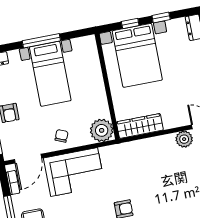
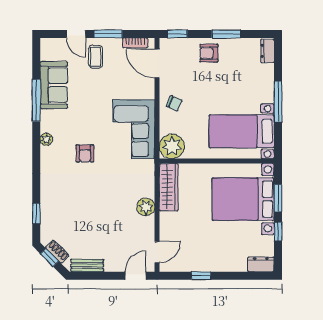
window: (130, 23) -> (278, 198), width x1.50
bed with nightstands: (50, 74) -> (242, 131), moved
plant: (184, 139) -> (146, 207), moved
corner sofa: (74, 172) -> (134, 129), moved

